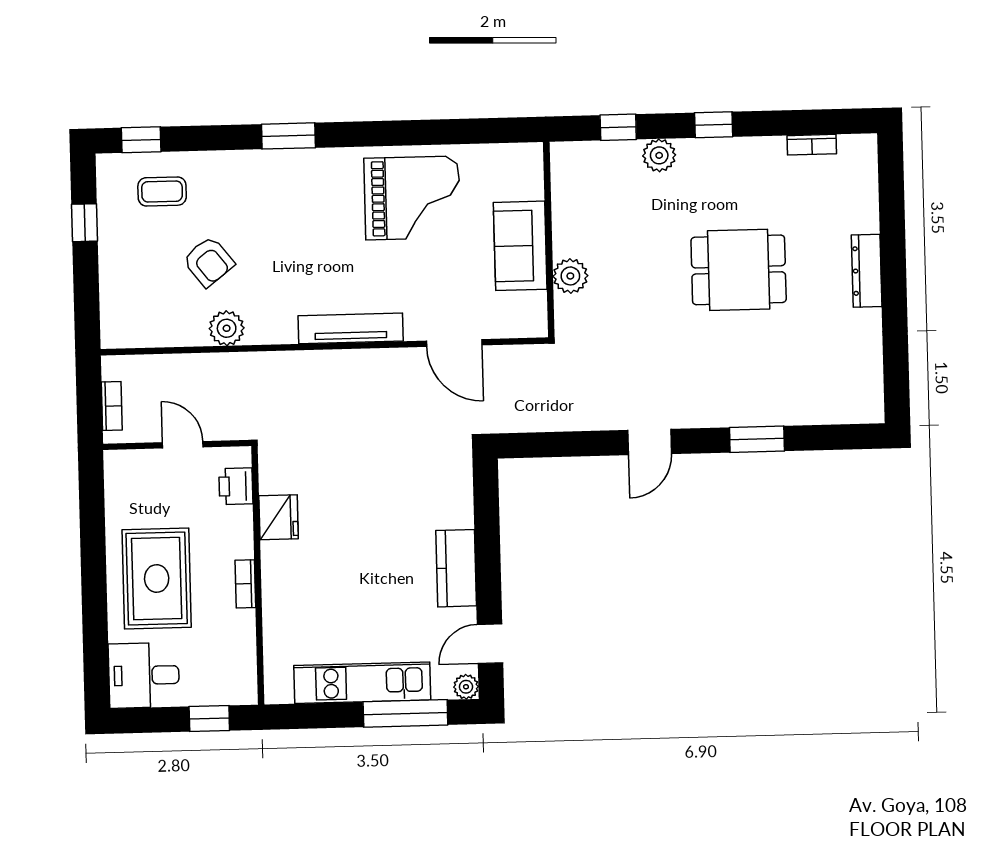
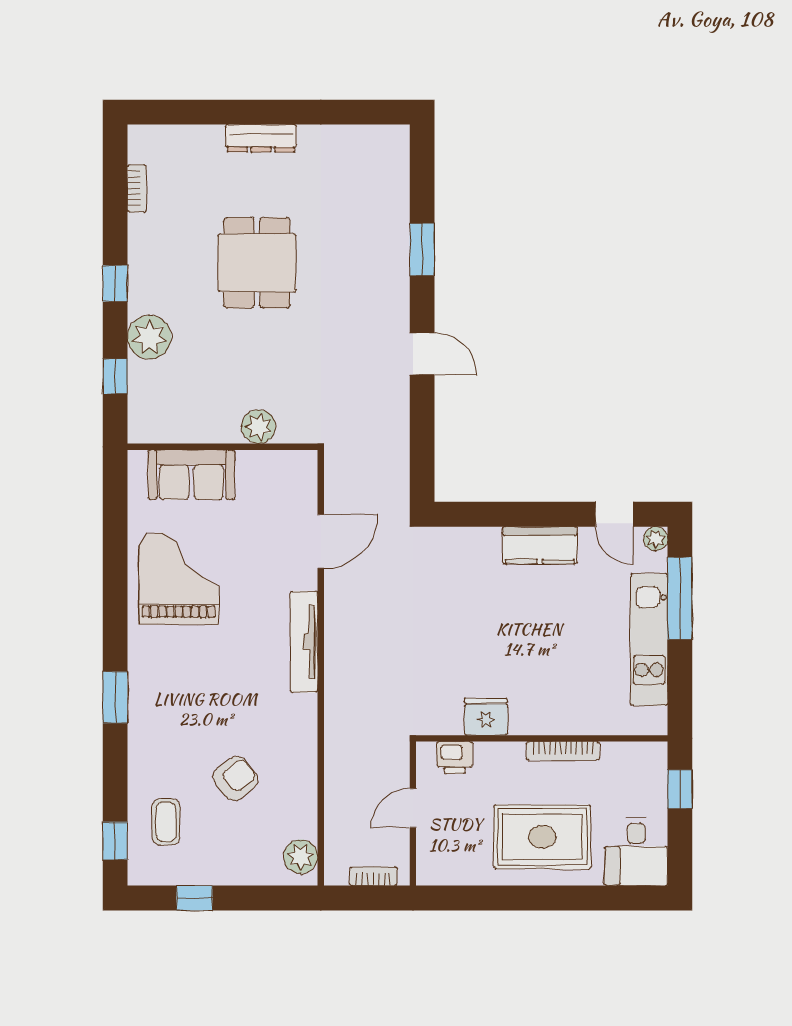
plant: (659, 155) -> (149, 337), width x1.36, depth x1.36
sofa: (520, 246) -> (191, 475), moved
plant: (227, 328) -> (301, 857), moved
bookcase: (245, 584) -> (563, 751), width x1.56

